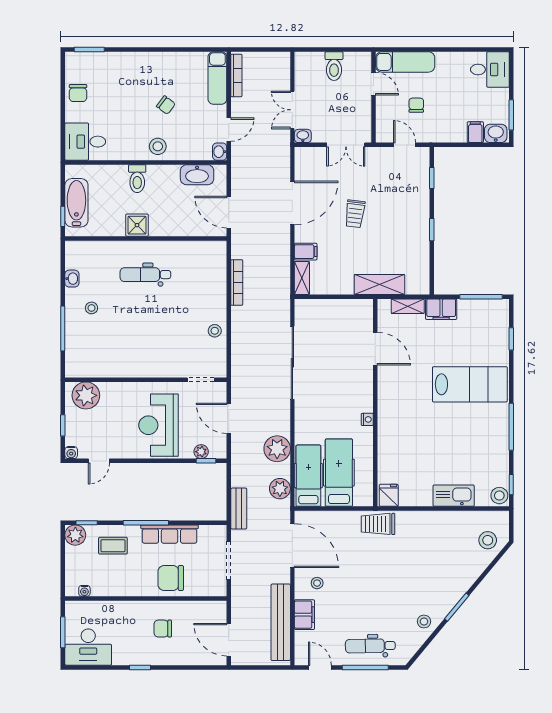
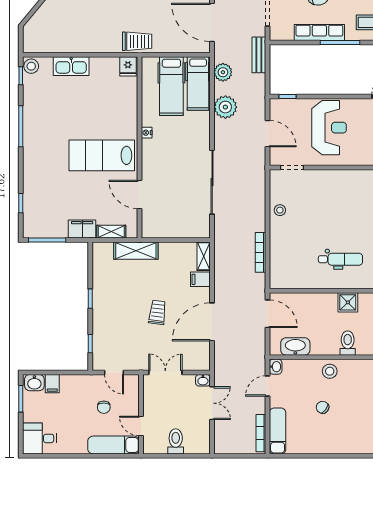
lab bench: (470, 384) -> (102, 155), moved
plant: (201, 452) -> (292, 105), removed
stool: (488, 540) -> (41, 27), removed

